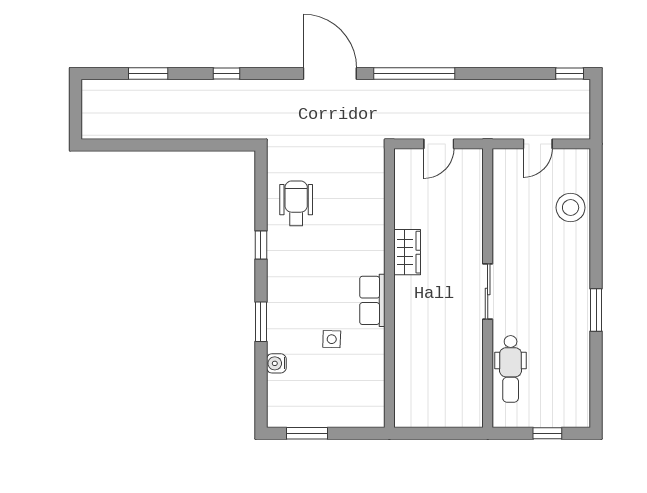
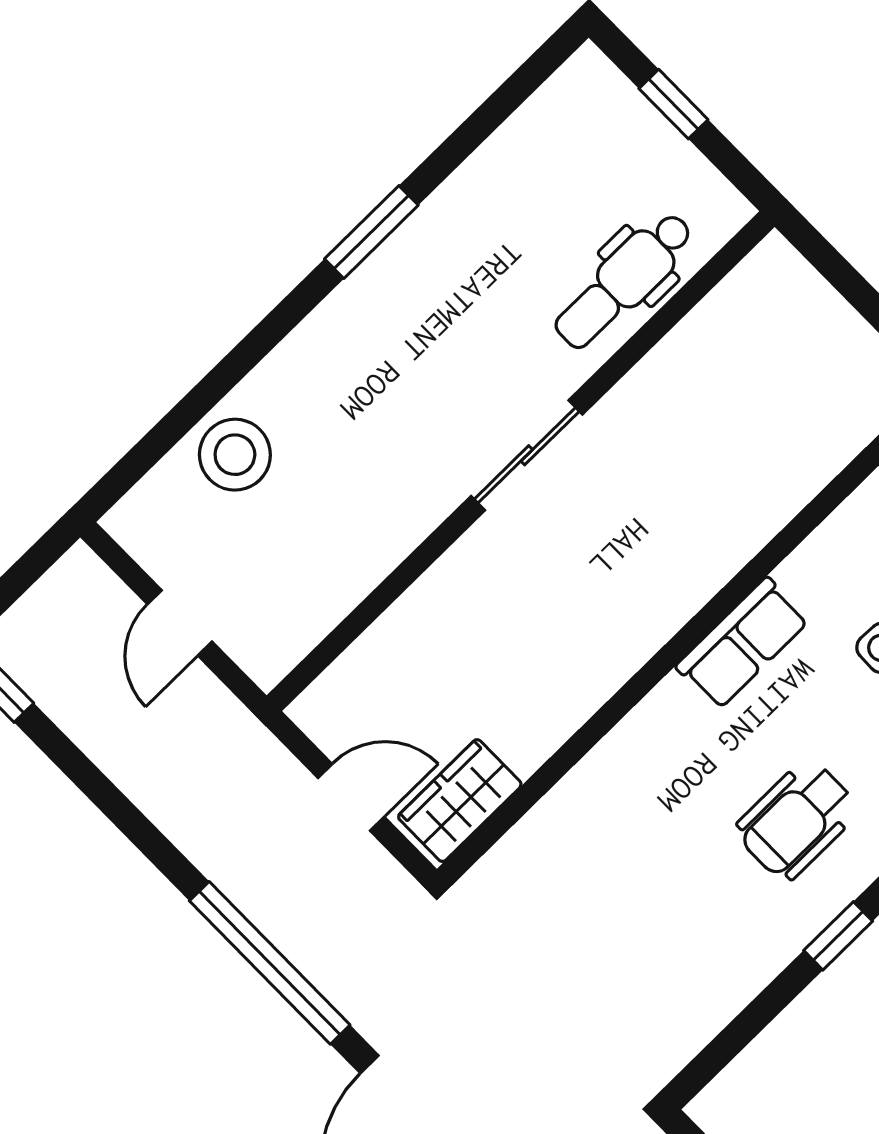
door: (538, 144) -> (180, 623), swing flipped
wheelchair: (296, 203) -> (797, 820), moved
wardrobe: (407, 252) -> (460, 801), moved
dental chair: (511, 369) -> (624, 280), turned 180

